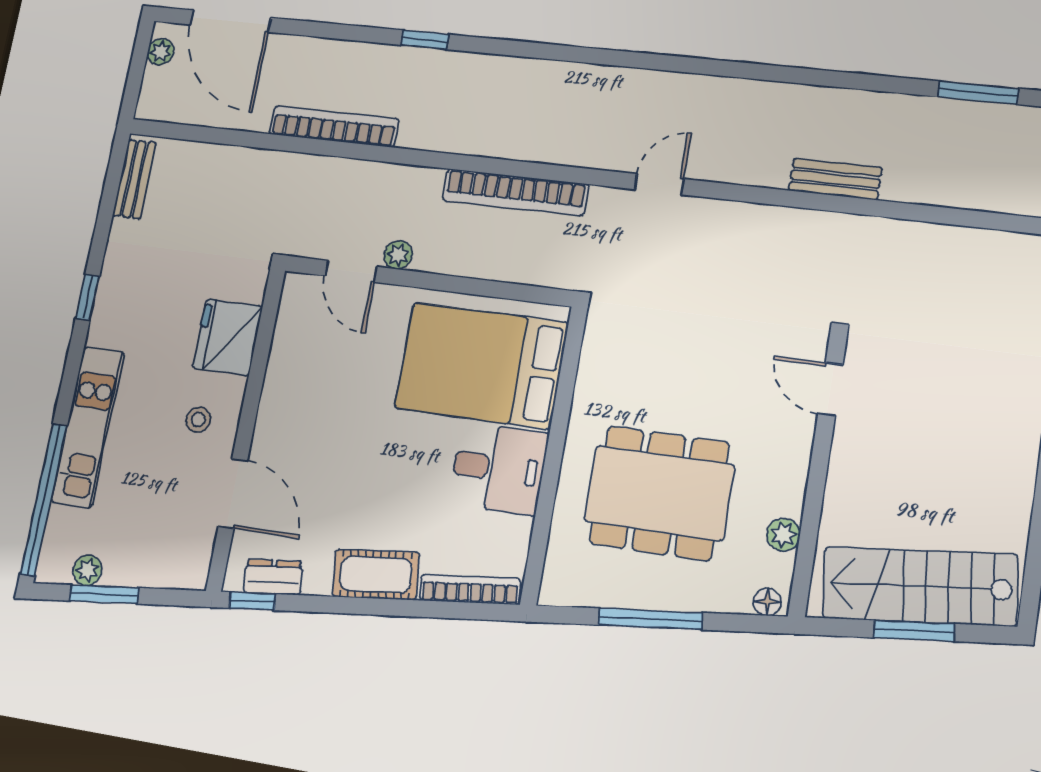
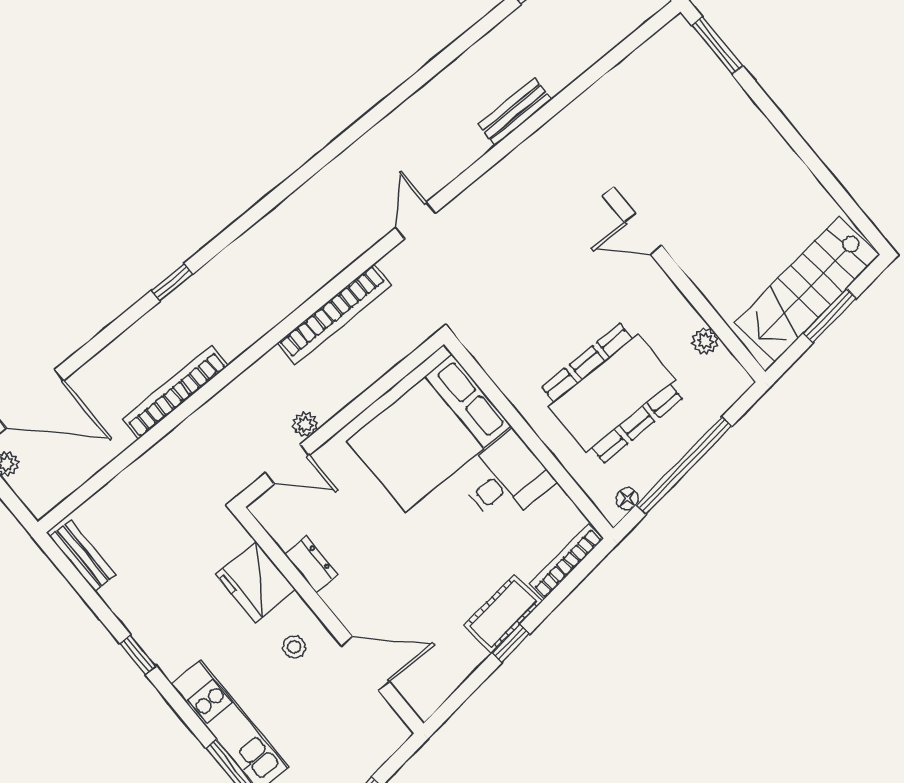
dresser: (273, 577) -> (311, 565), moved, turned 96
window: (252, 601) -> (511, 644), moved
floor lamp: (767, 602) -> (627, 499), moved
window: (650, 619) -> (684, 466), width x1.46

